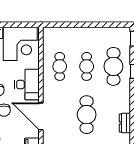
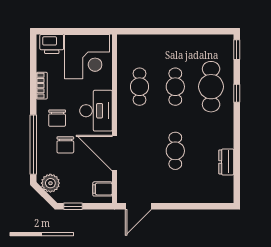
cafe table: (87, 115) -> (175, 151), width x0.73, depth x0.74

